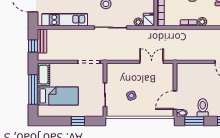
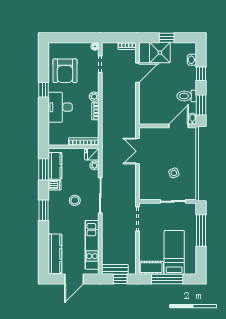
door: (175, 100) -> (179, 126), swing flipped
window: (78, 121) -> (201, 230), width x2.17

